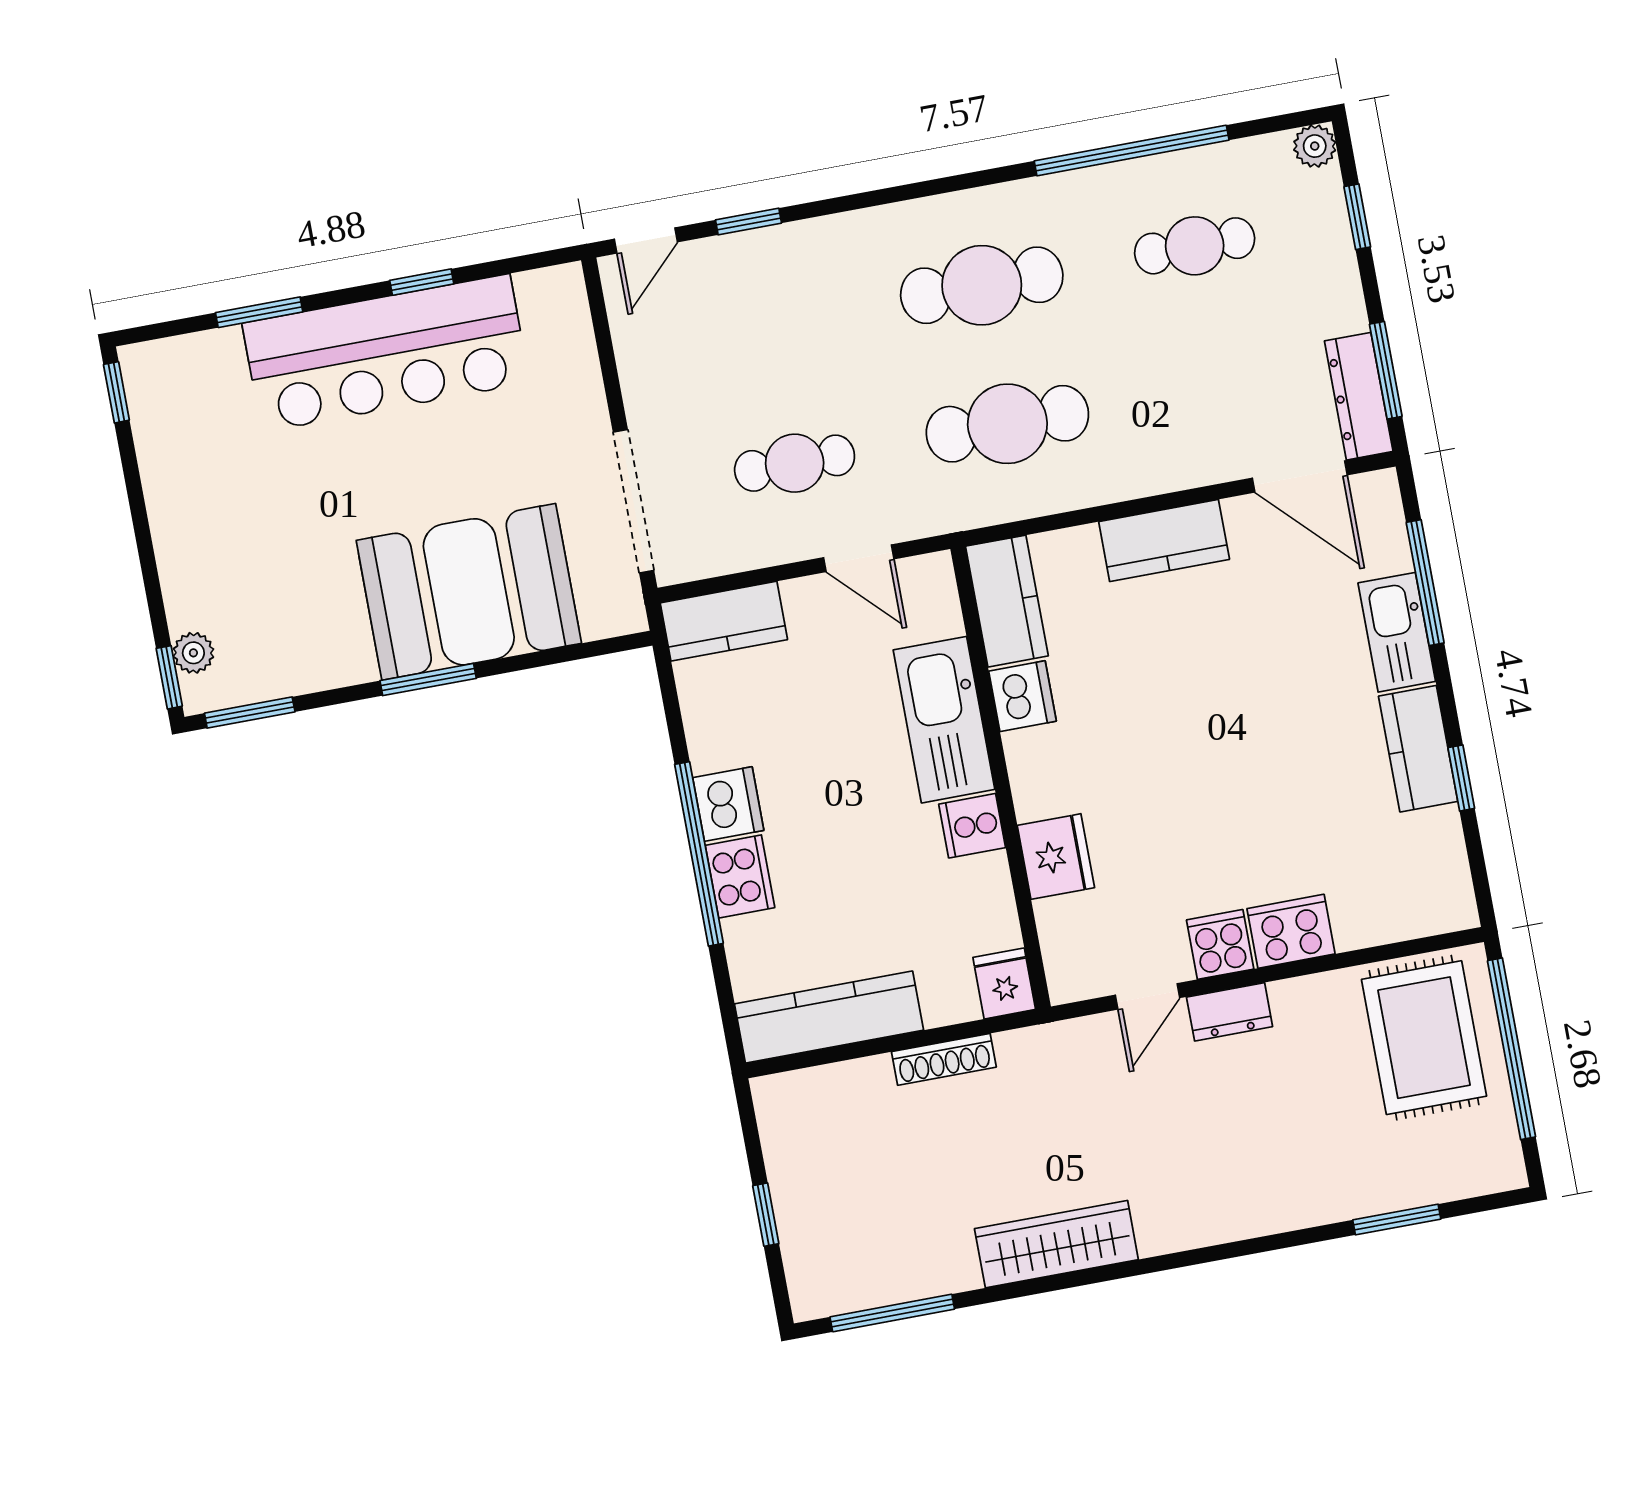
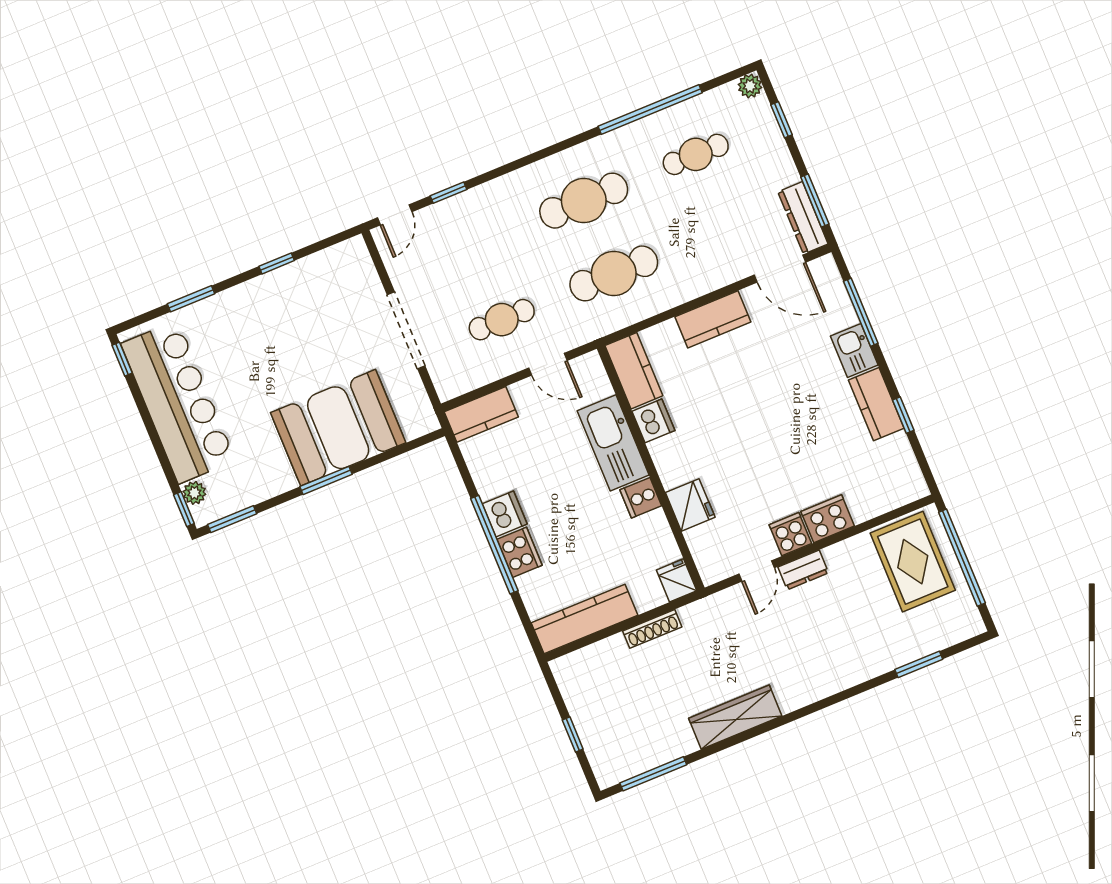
bar counter: (386, 353) -> (178, 402), moved, turned -90
doorway: (634, 501) -> (406, 330), moved
kitchen sink: (1397, 632) -> (854, 351), width x0.73

